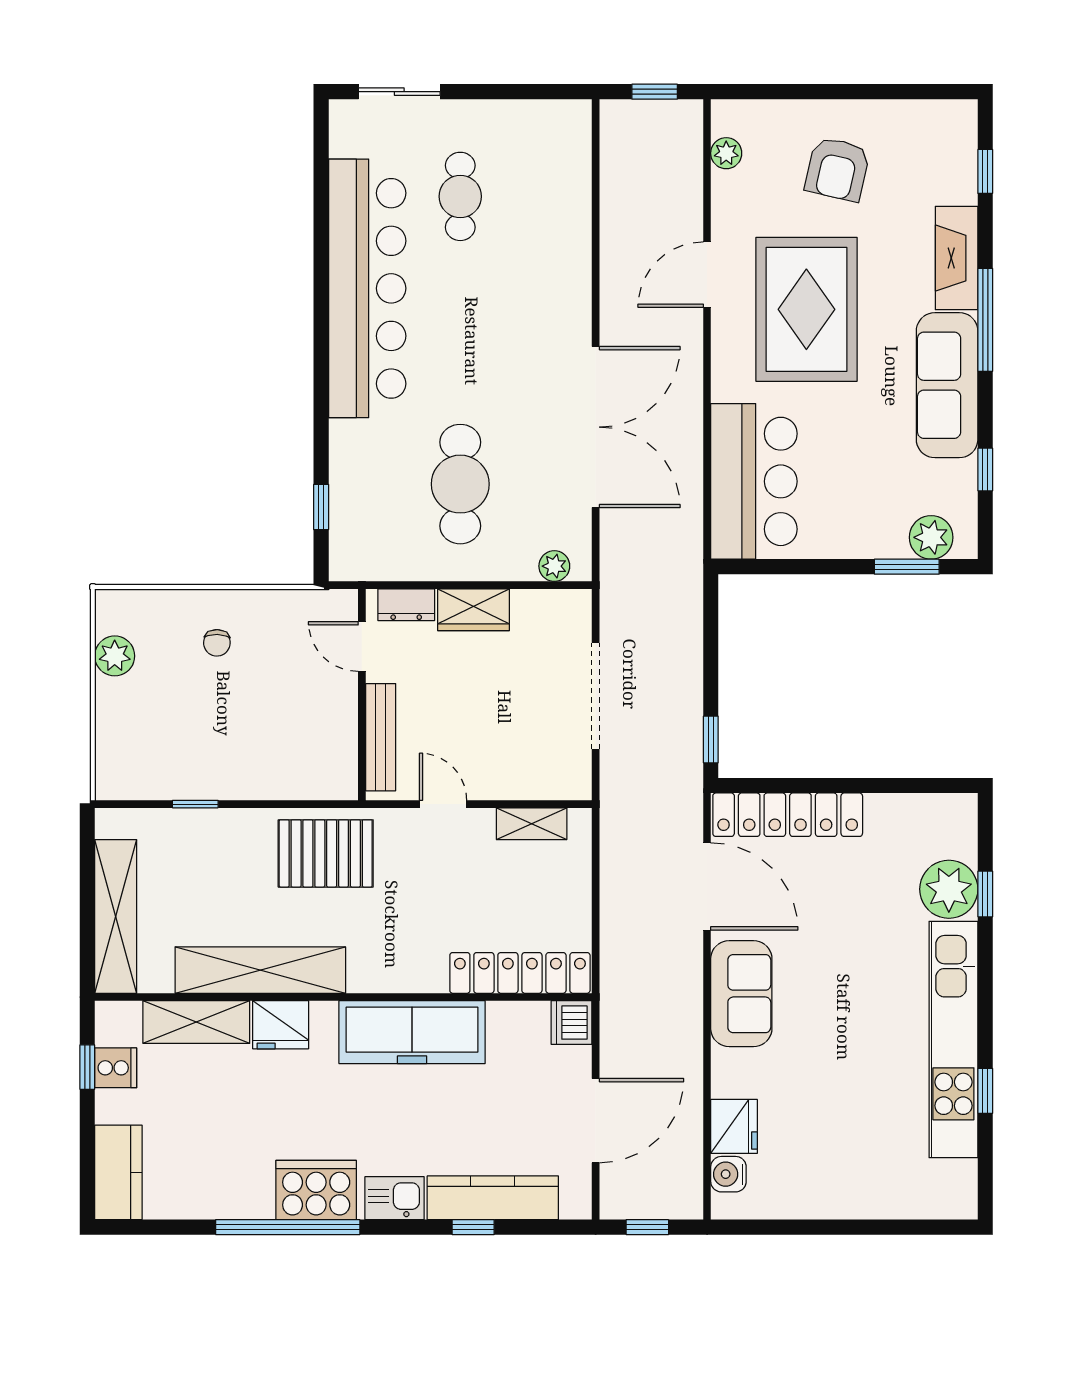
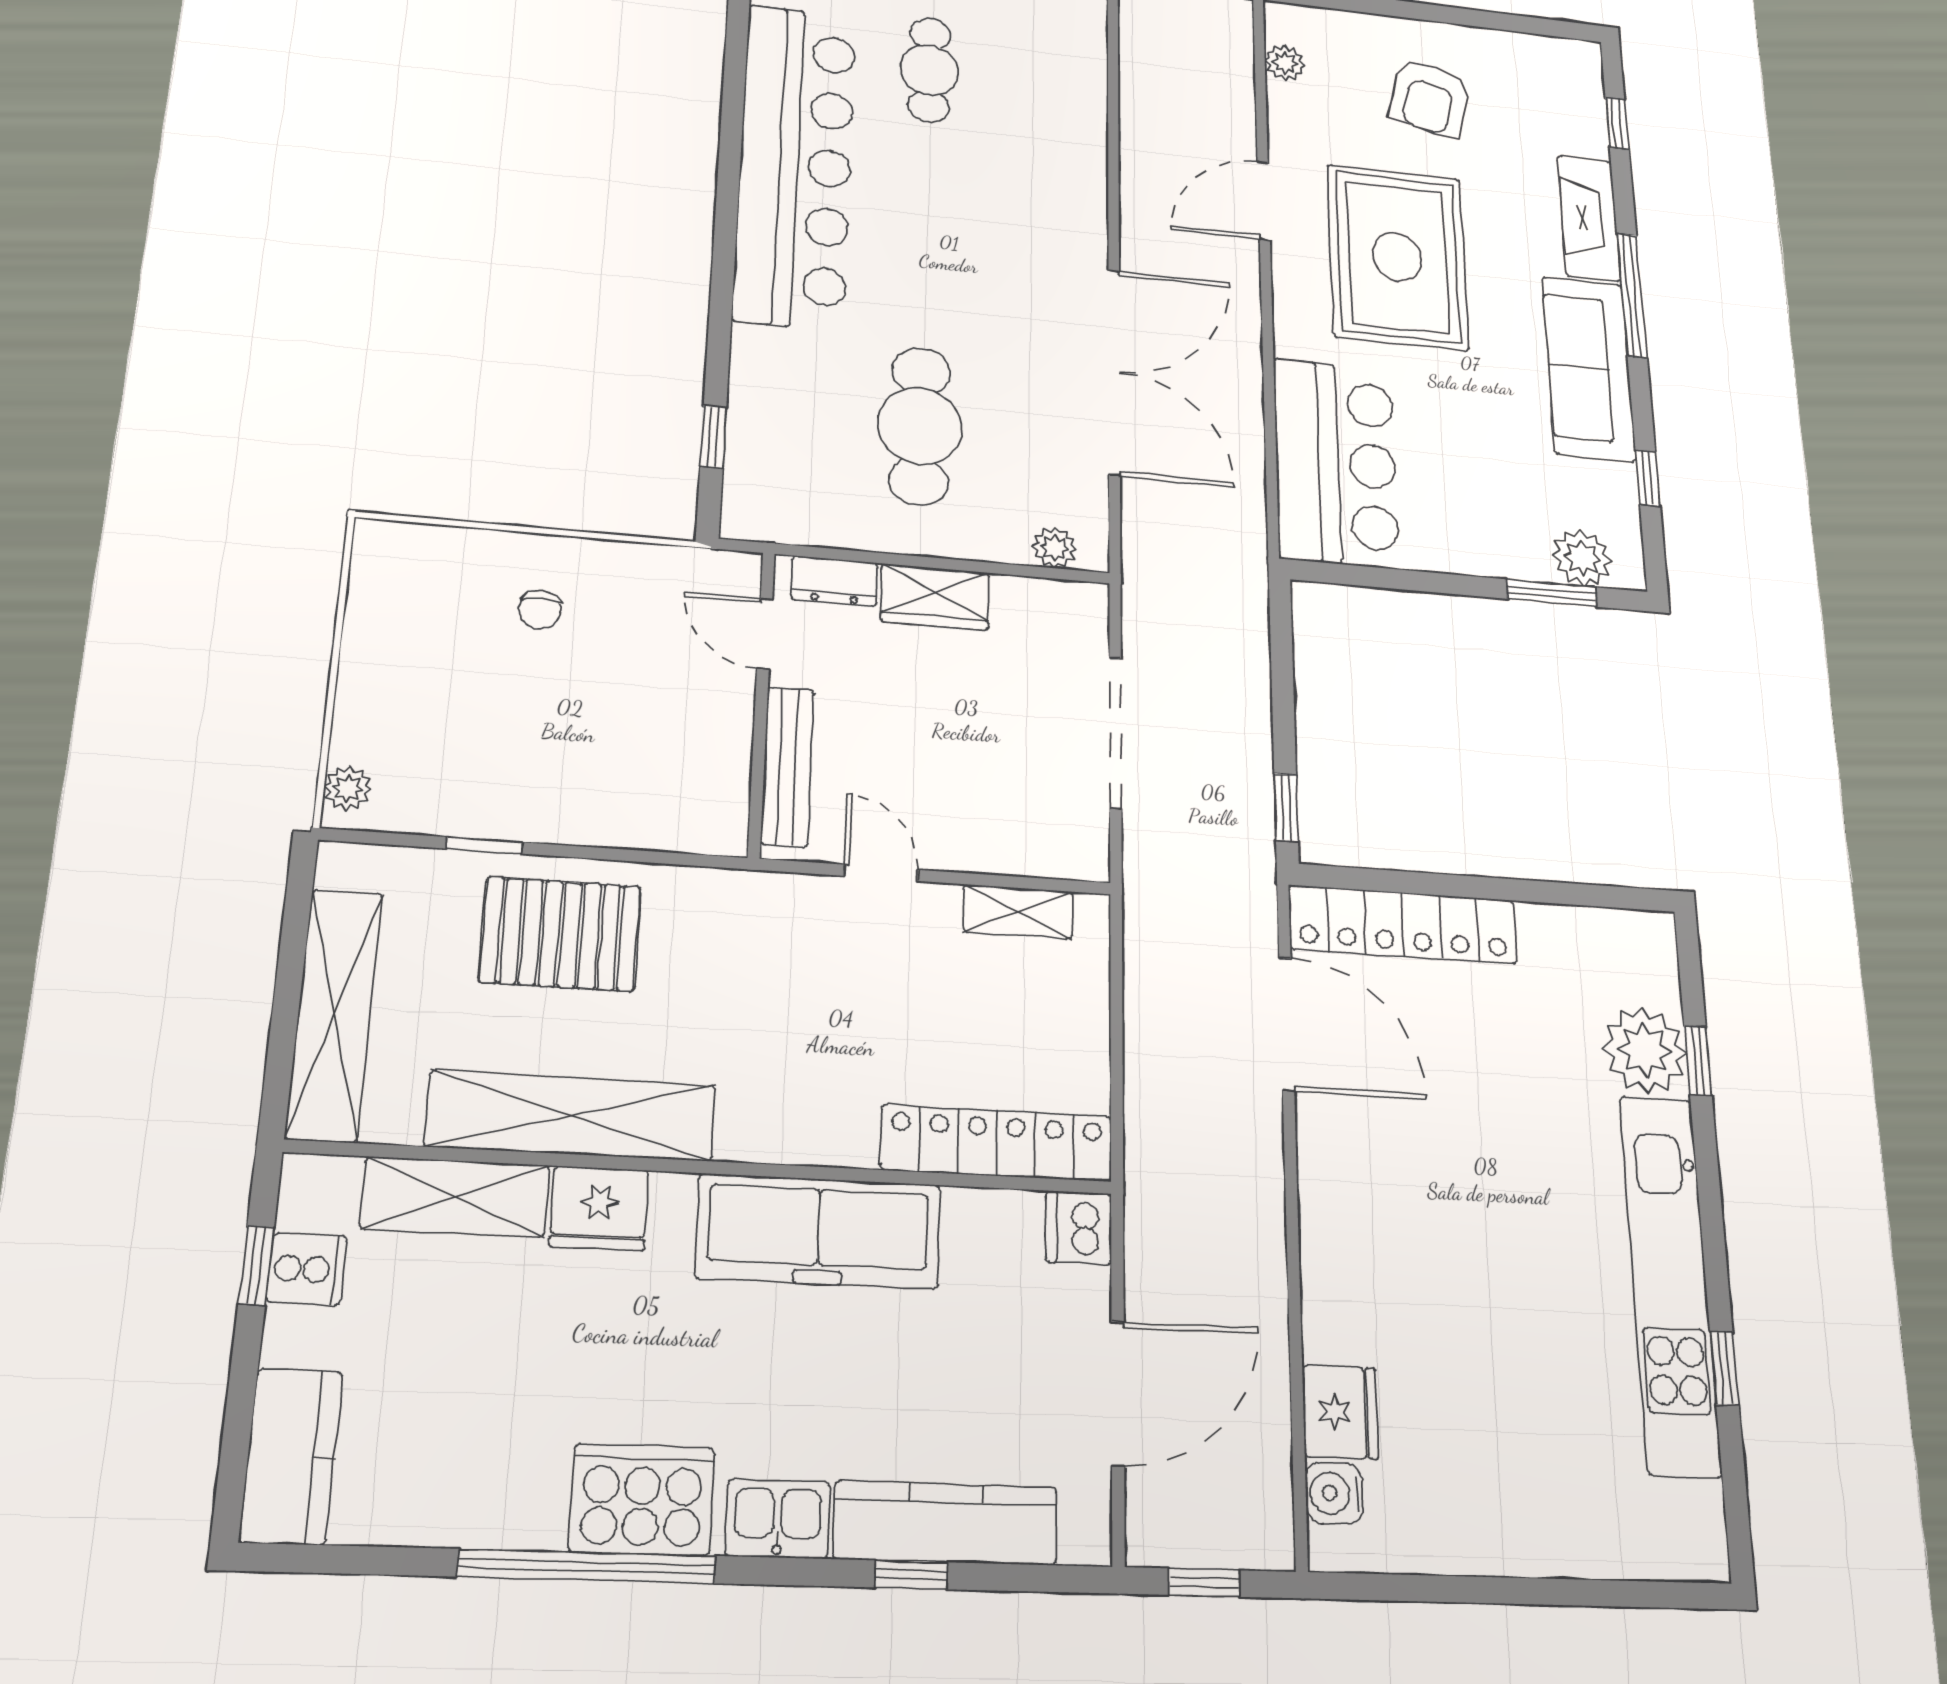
plant: (115, 656) -> (348, 788), moved, width x0.73, depth x0.73
pallet: (326, 853) -> (560, 934), moved
sofa: (741, 994) -> (1344, 1194), removed

